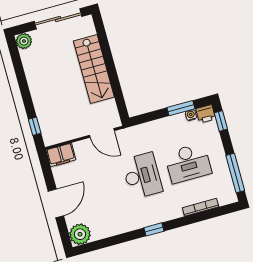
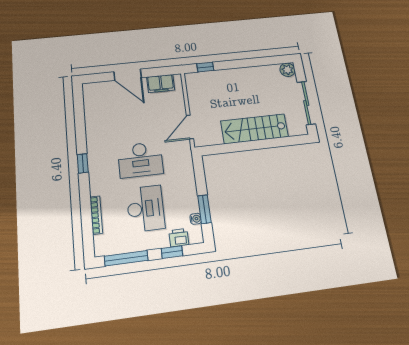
printer: (206, 114) -> (179, 238), moved, turned 90
window: (221, 121) -> (172, 252), moved
filing cabinet: (61, 155) -> (161, 84), moved, turned -90
desk: (188, 163) -> (145, 209), turned 180
plant: (80, 234) -> (93, 92), removed

